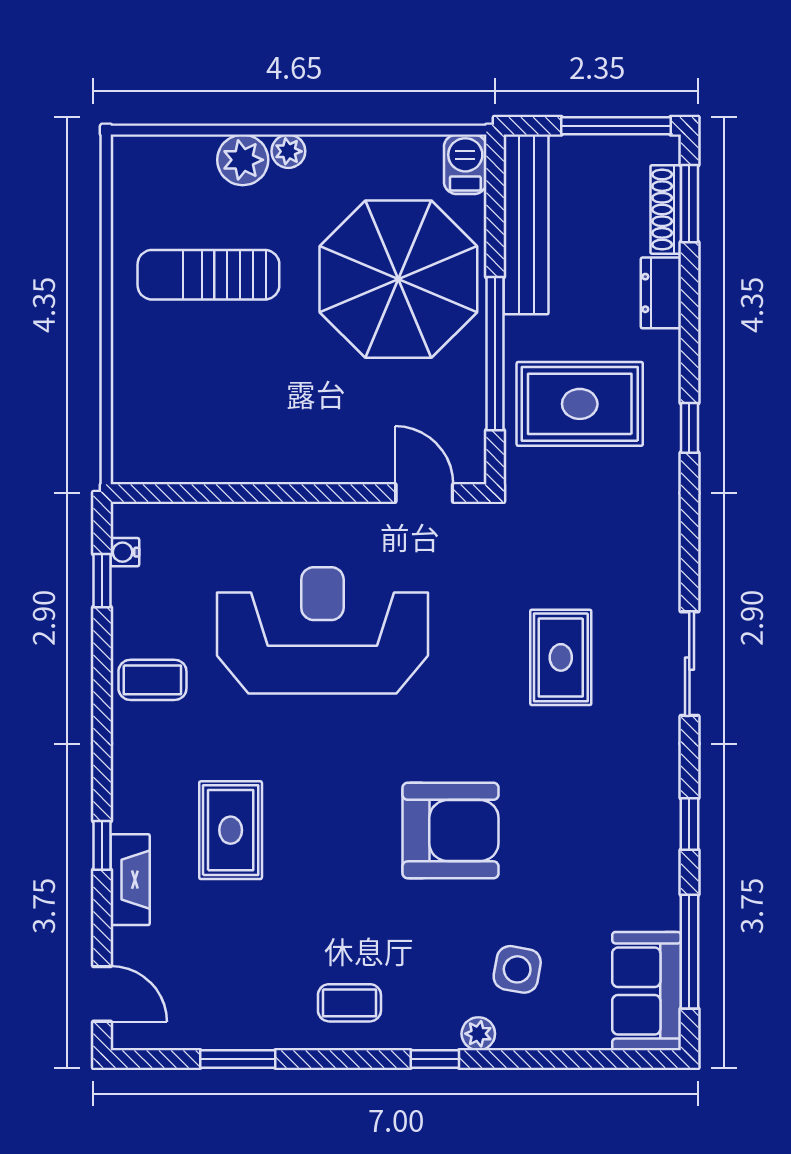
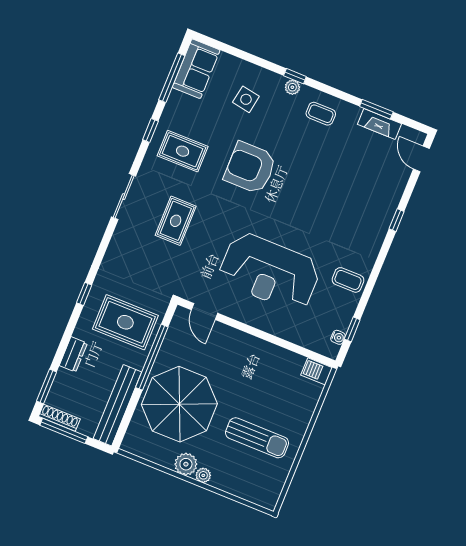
plant: (243, 160) -> (186, 464), moved
barbecue: (465, 164) -> (317, 371), moved, turned 90
shoe rack: (666, 210) -> (59, 418), moved, turned -90
rug: (231, 830) -> (183, 151), moved, turned 90
fireplace: (130, 880) -> (380, 124), moved, turned -90
plant: (478, 1034) -> (292, 87), moved

